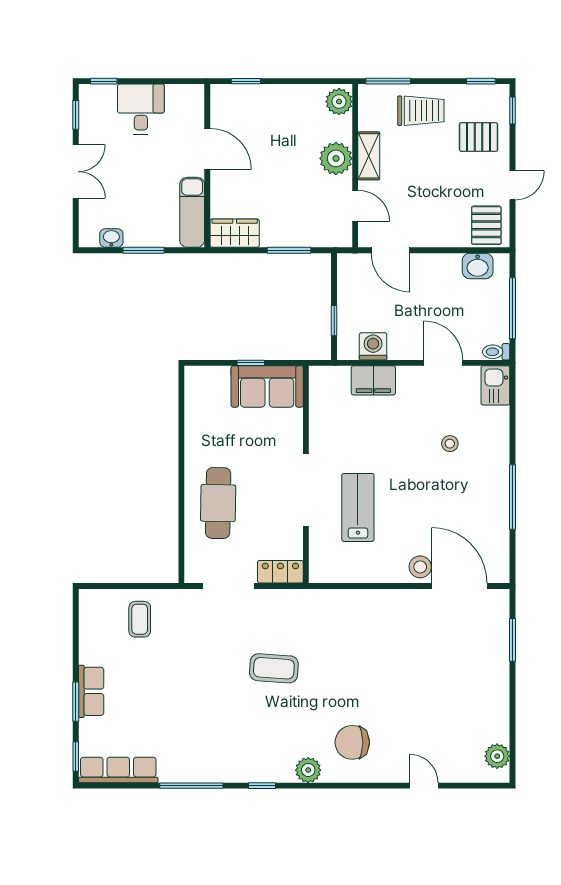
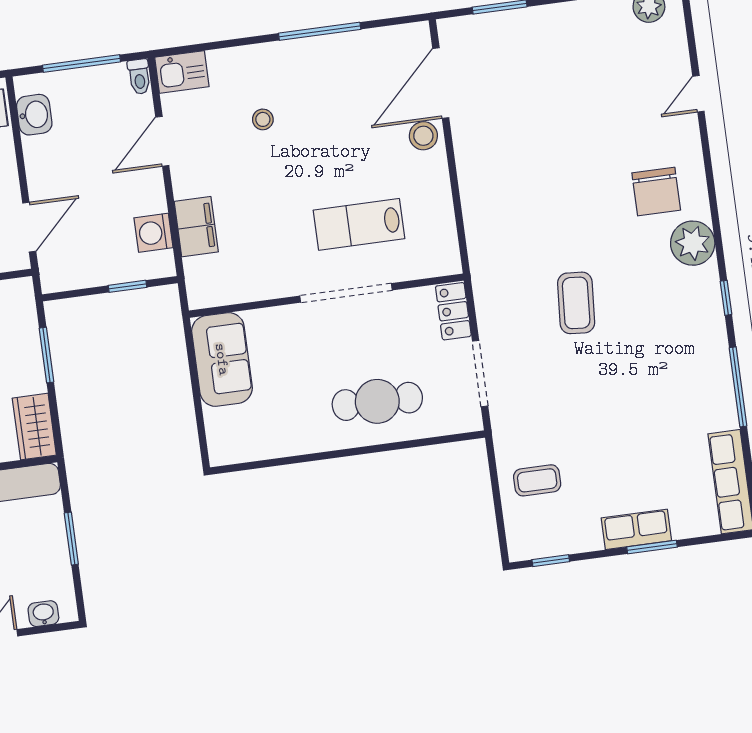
washbasin: (111, 238) -> (43, 614), moved, turned 90
window: (251, 363) -> (195, 384), removed
window: (76, 756) -> (551, 561), moved
plant: (308, 770) -> (693, 243), width x1.36, depth x1.36

